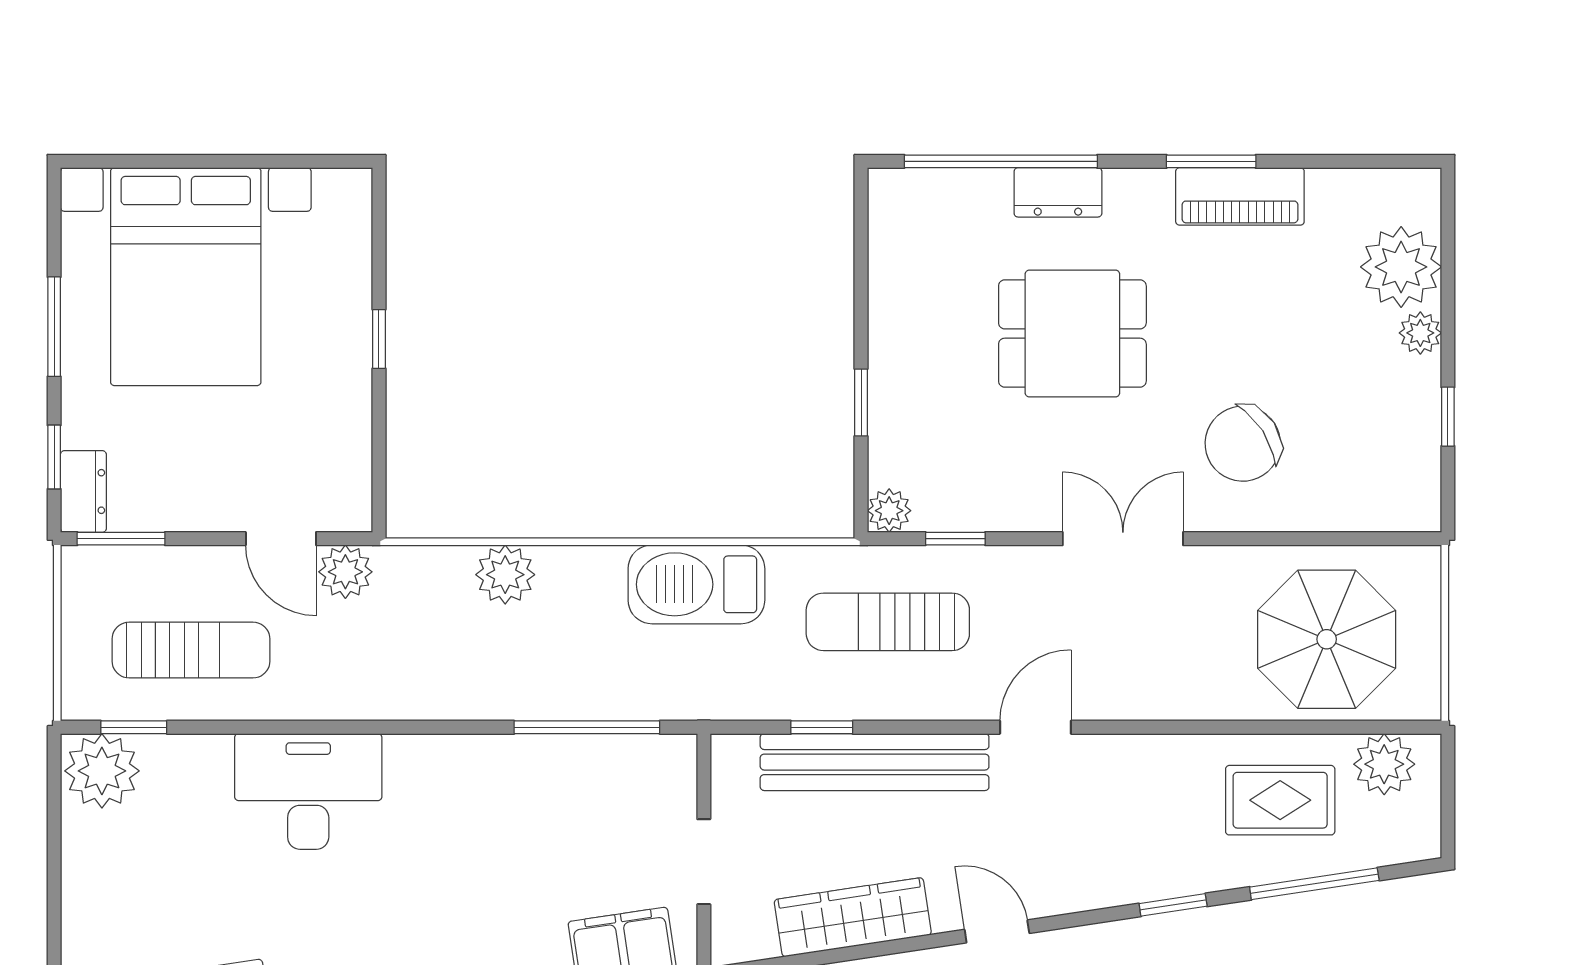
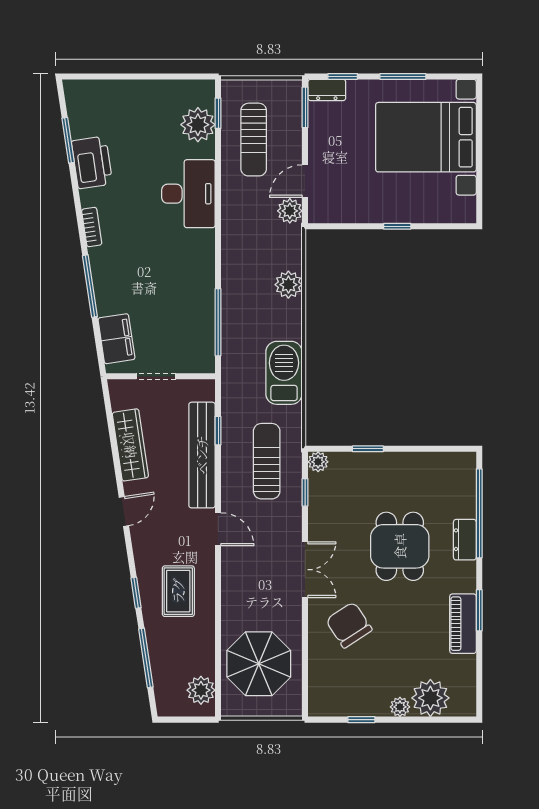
plant: (102, 771) -> (198, 125), moved
rug: (1280, 800) -> (178, 591), moved

